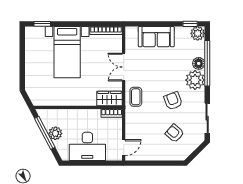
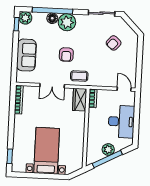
bed with nightstands: (67, 52) -> (47, 151), moved, turned -90
armchair: (173, 101) -> (66, 55), moved, turned -69

